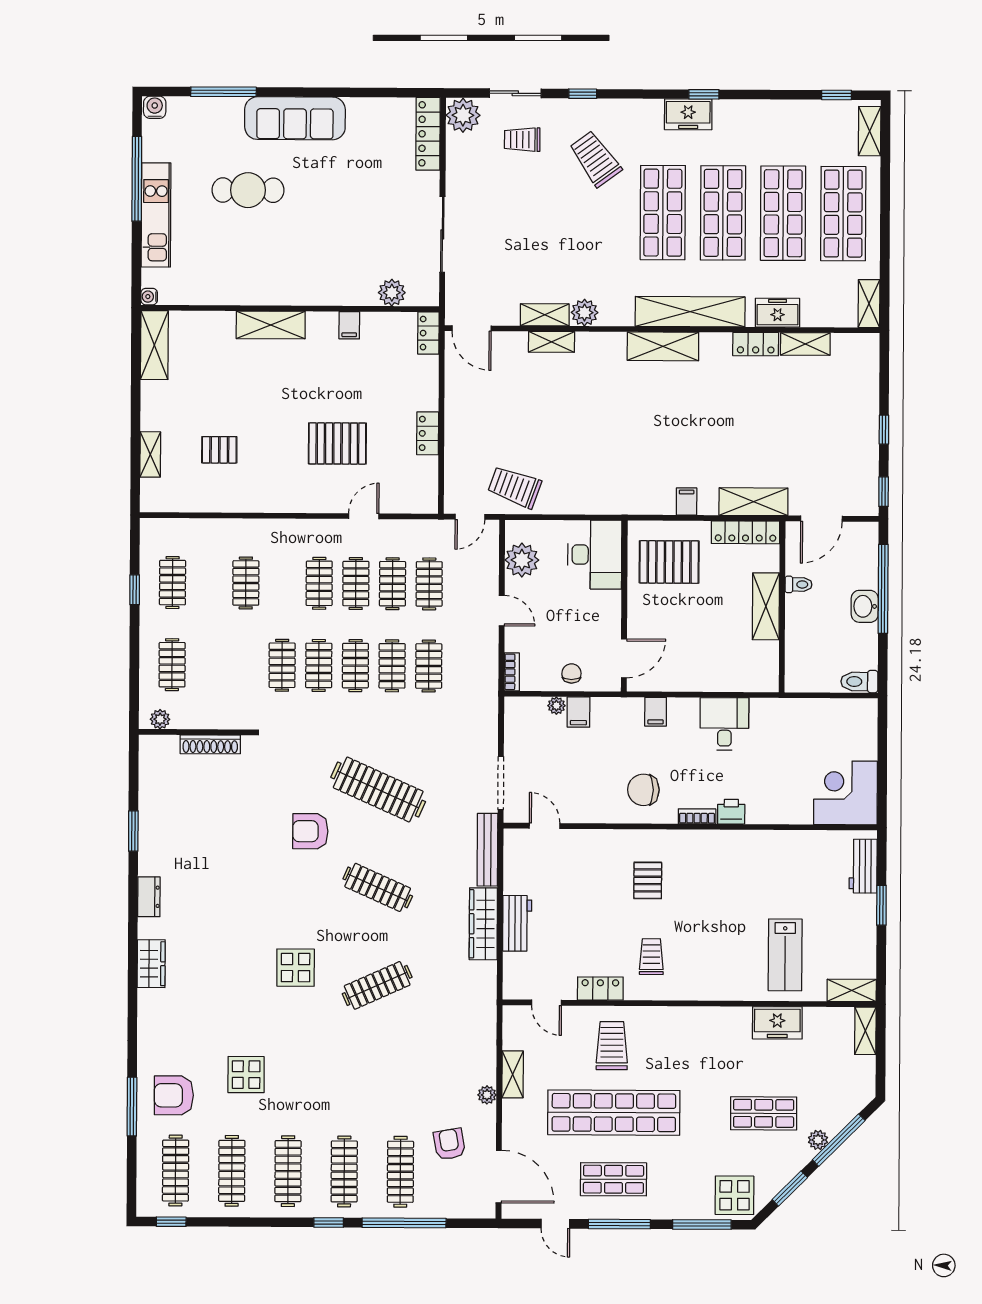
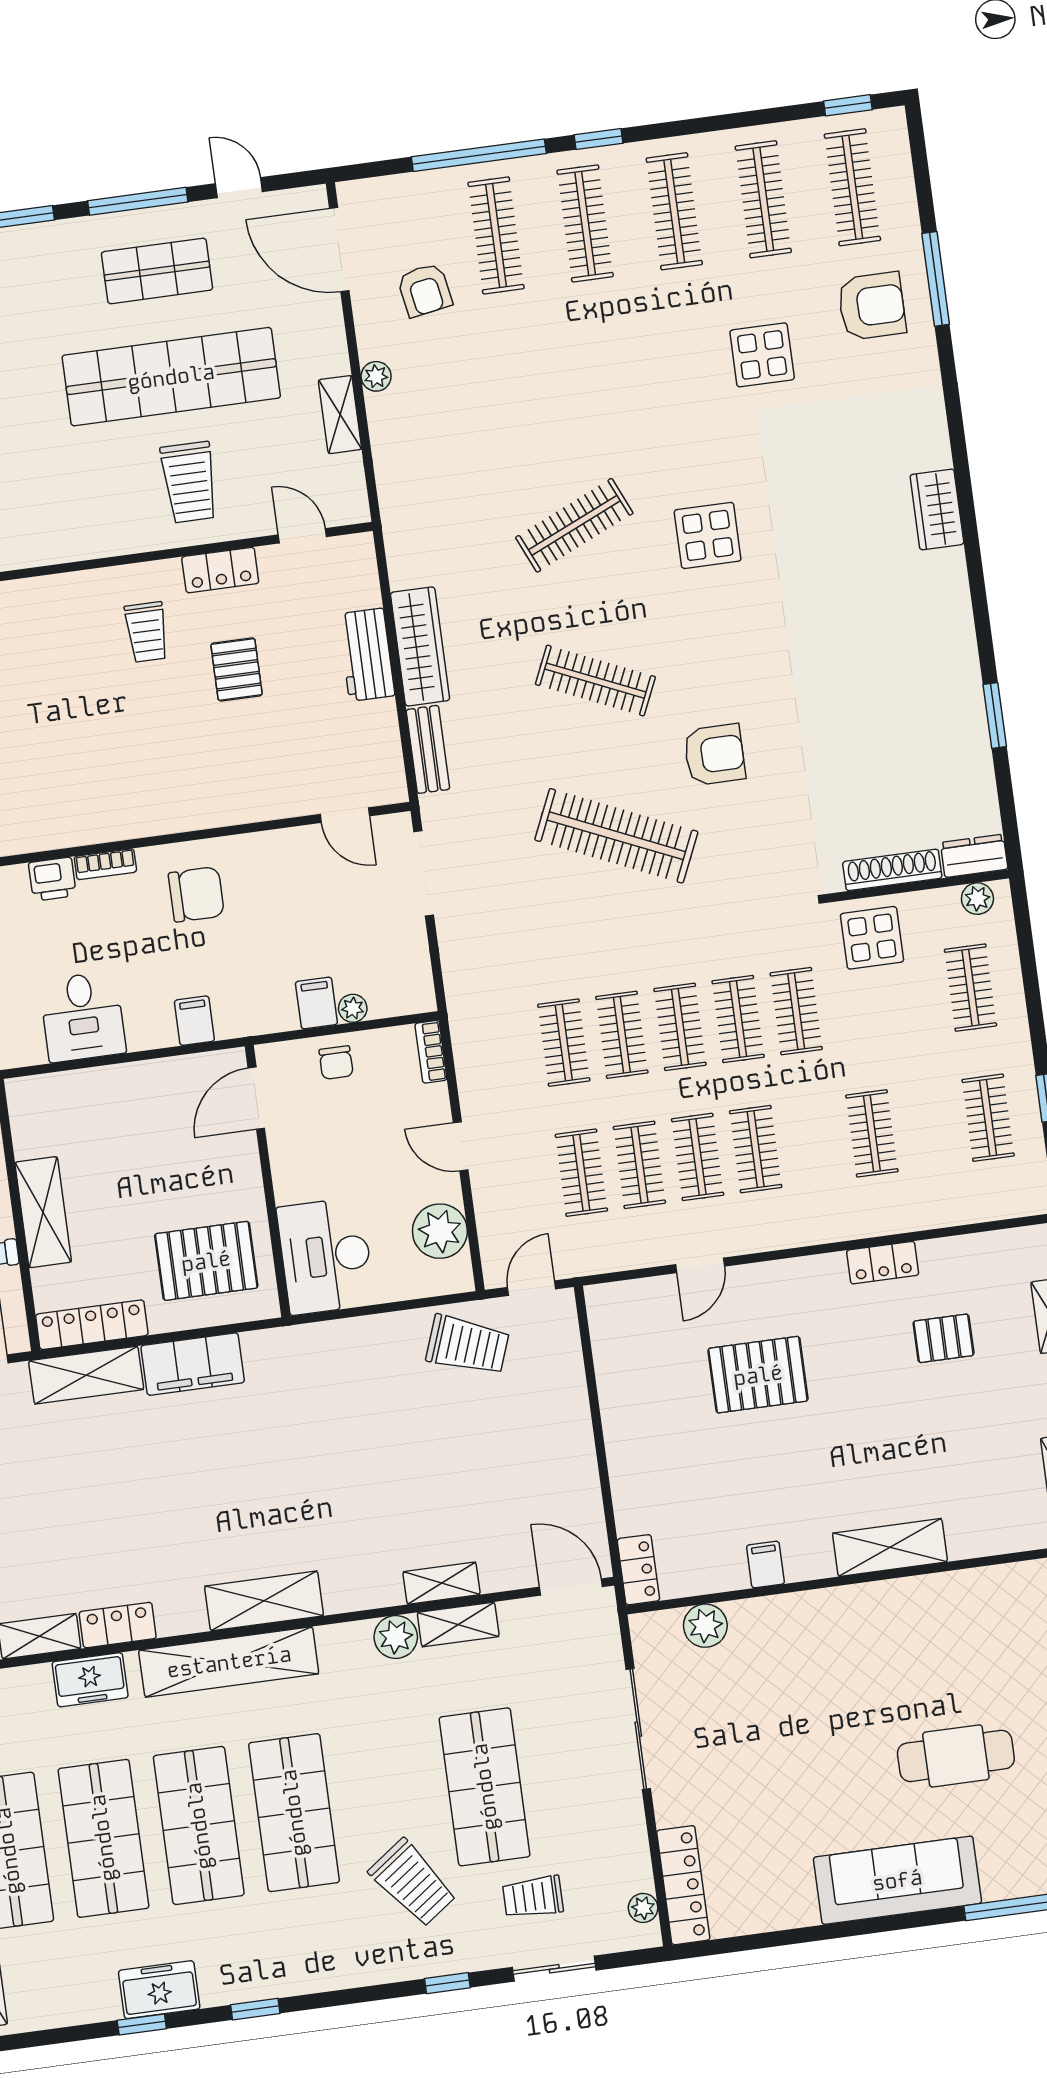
window: (837, 95) -> (142, 2024), moved
freezer: (688, 114) -> (159, 1990), moved
plant: (463, 115) -> (643, 1908), width x0.53, depth x0.53
trolley: (522, 140) -> (533, 1897), turned 180
shop shelf: (543, 212) -> (485, 1787), added
locker: (428, 433) -> (883, 1263), moved, turned 90
filing cabinet: (687, 501) -> (193, 1364), width x3.00, depth x1.17
display table: (229, 704) -> (872, 938), added
bench: (487, 850) -> (428, 749), width x0.73
pallet: (648, 880) -> (237, 669), moved
dresser: (149, 897) -> (974, 856), moved, turned 90

